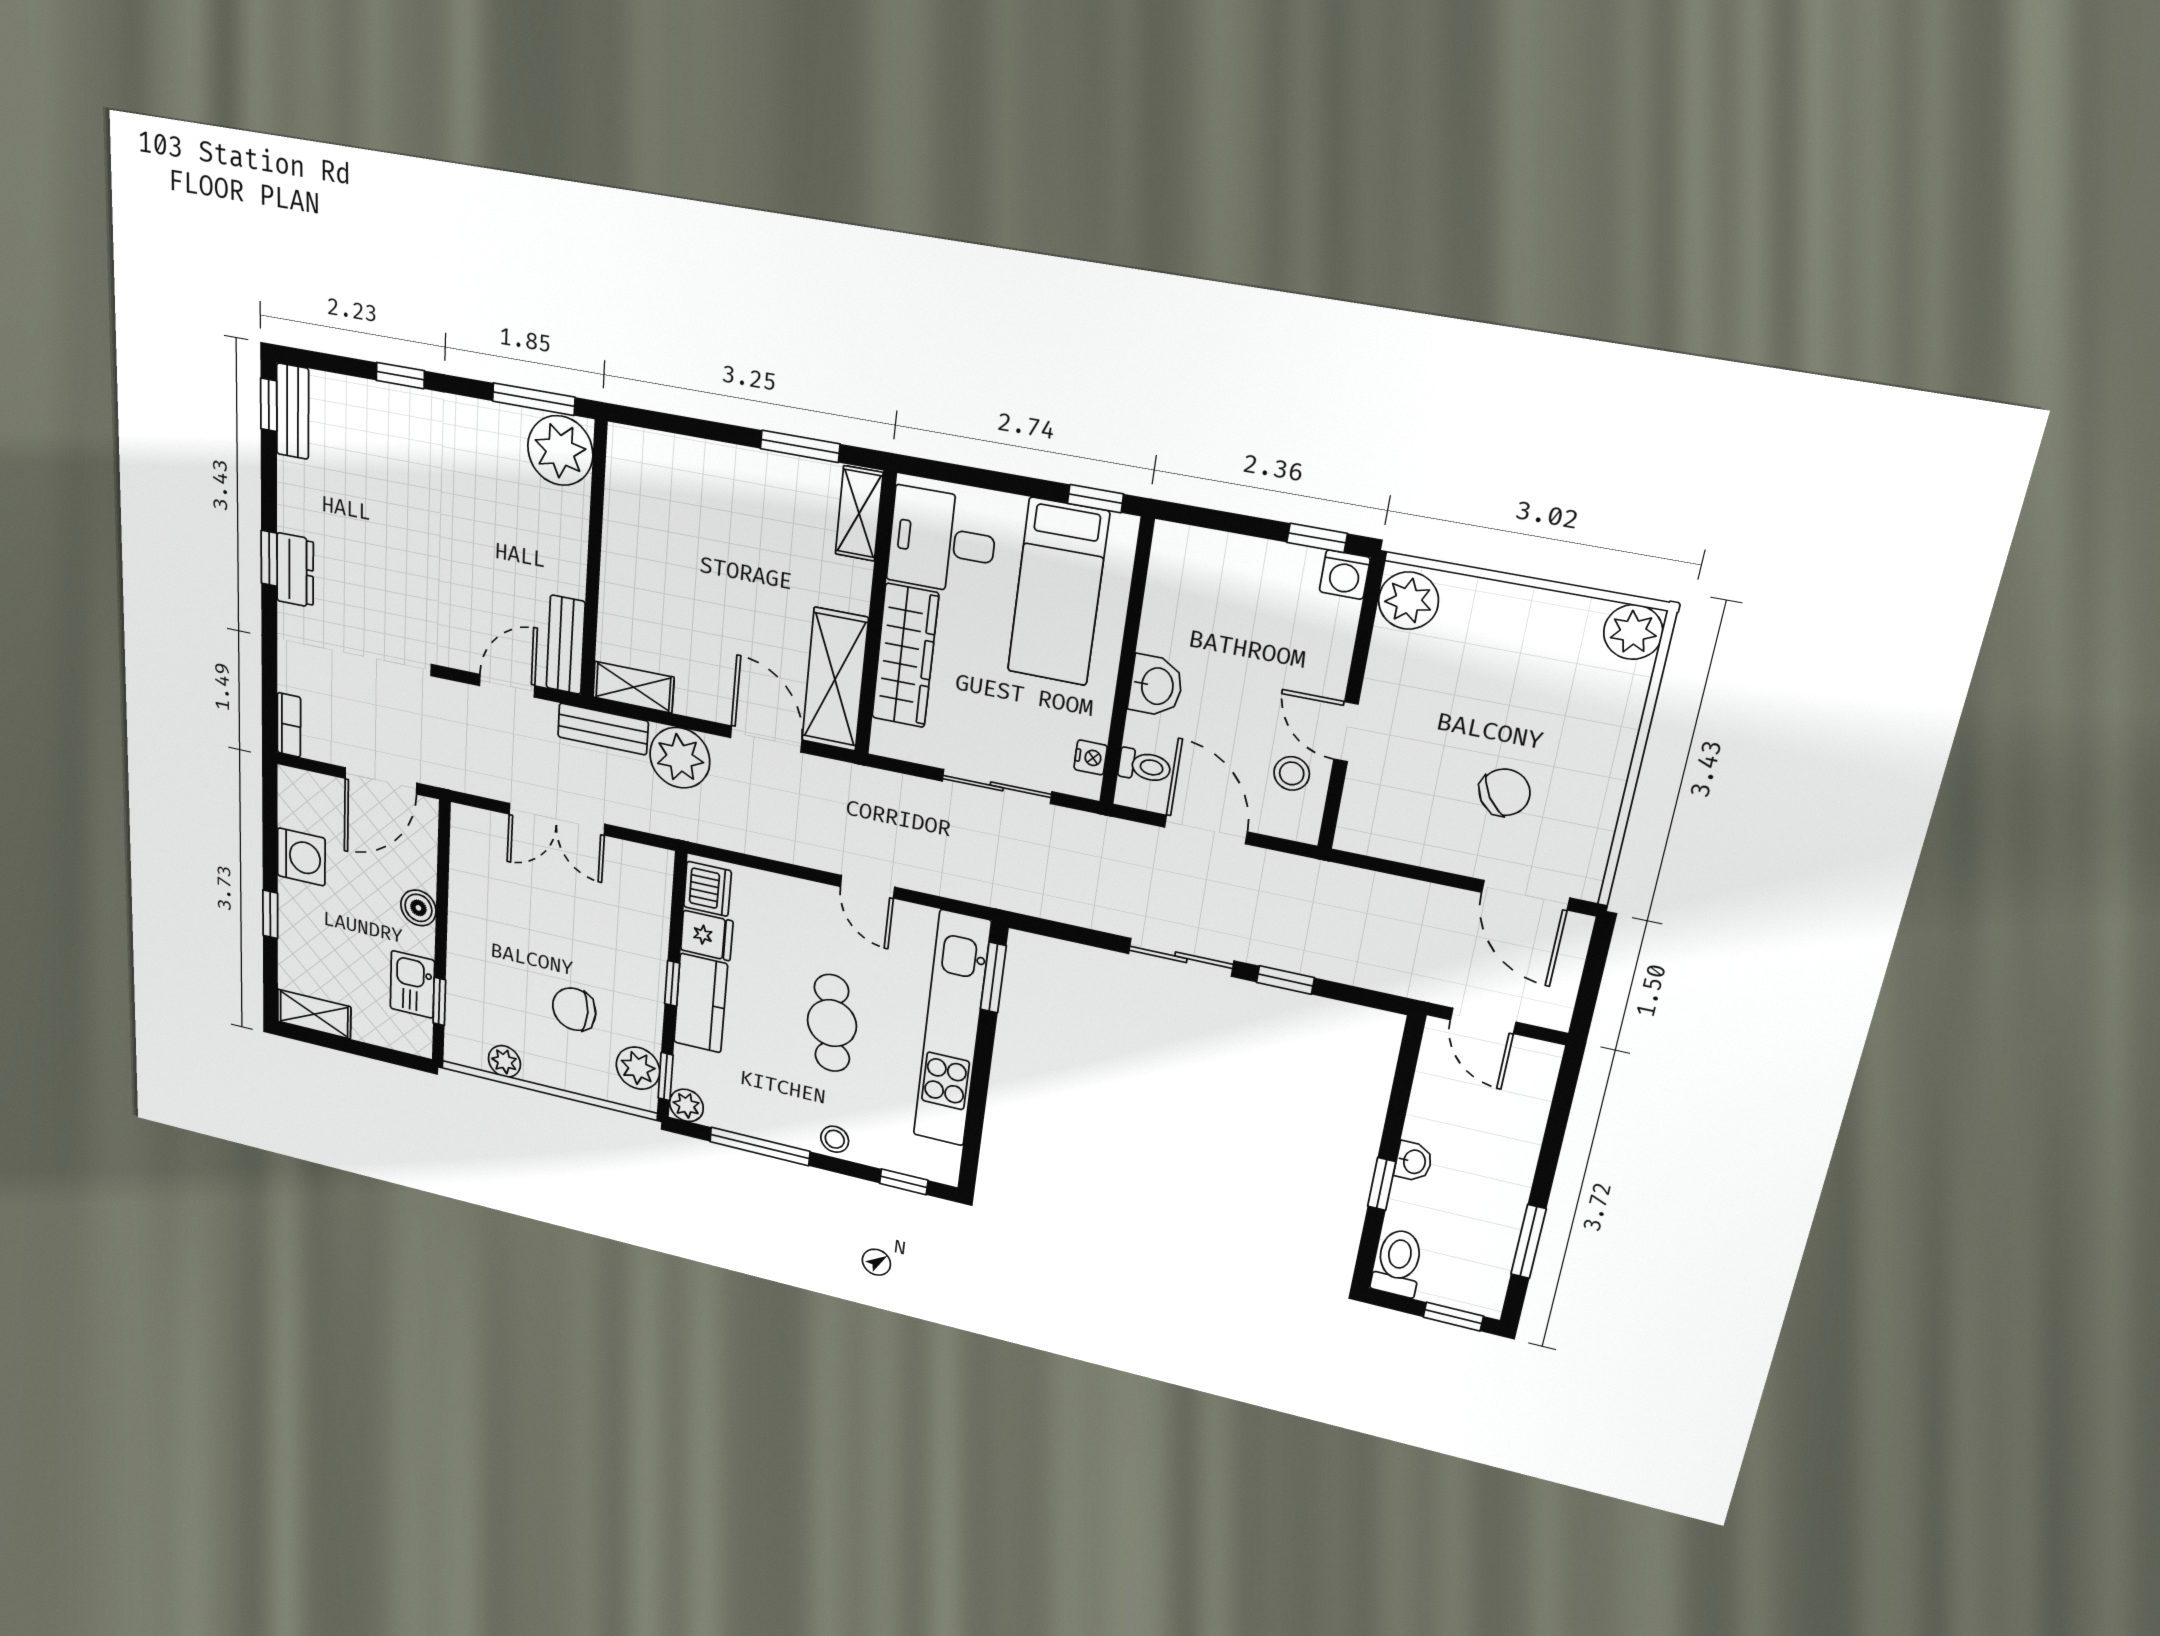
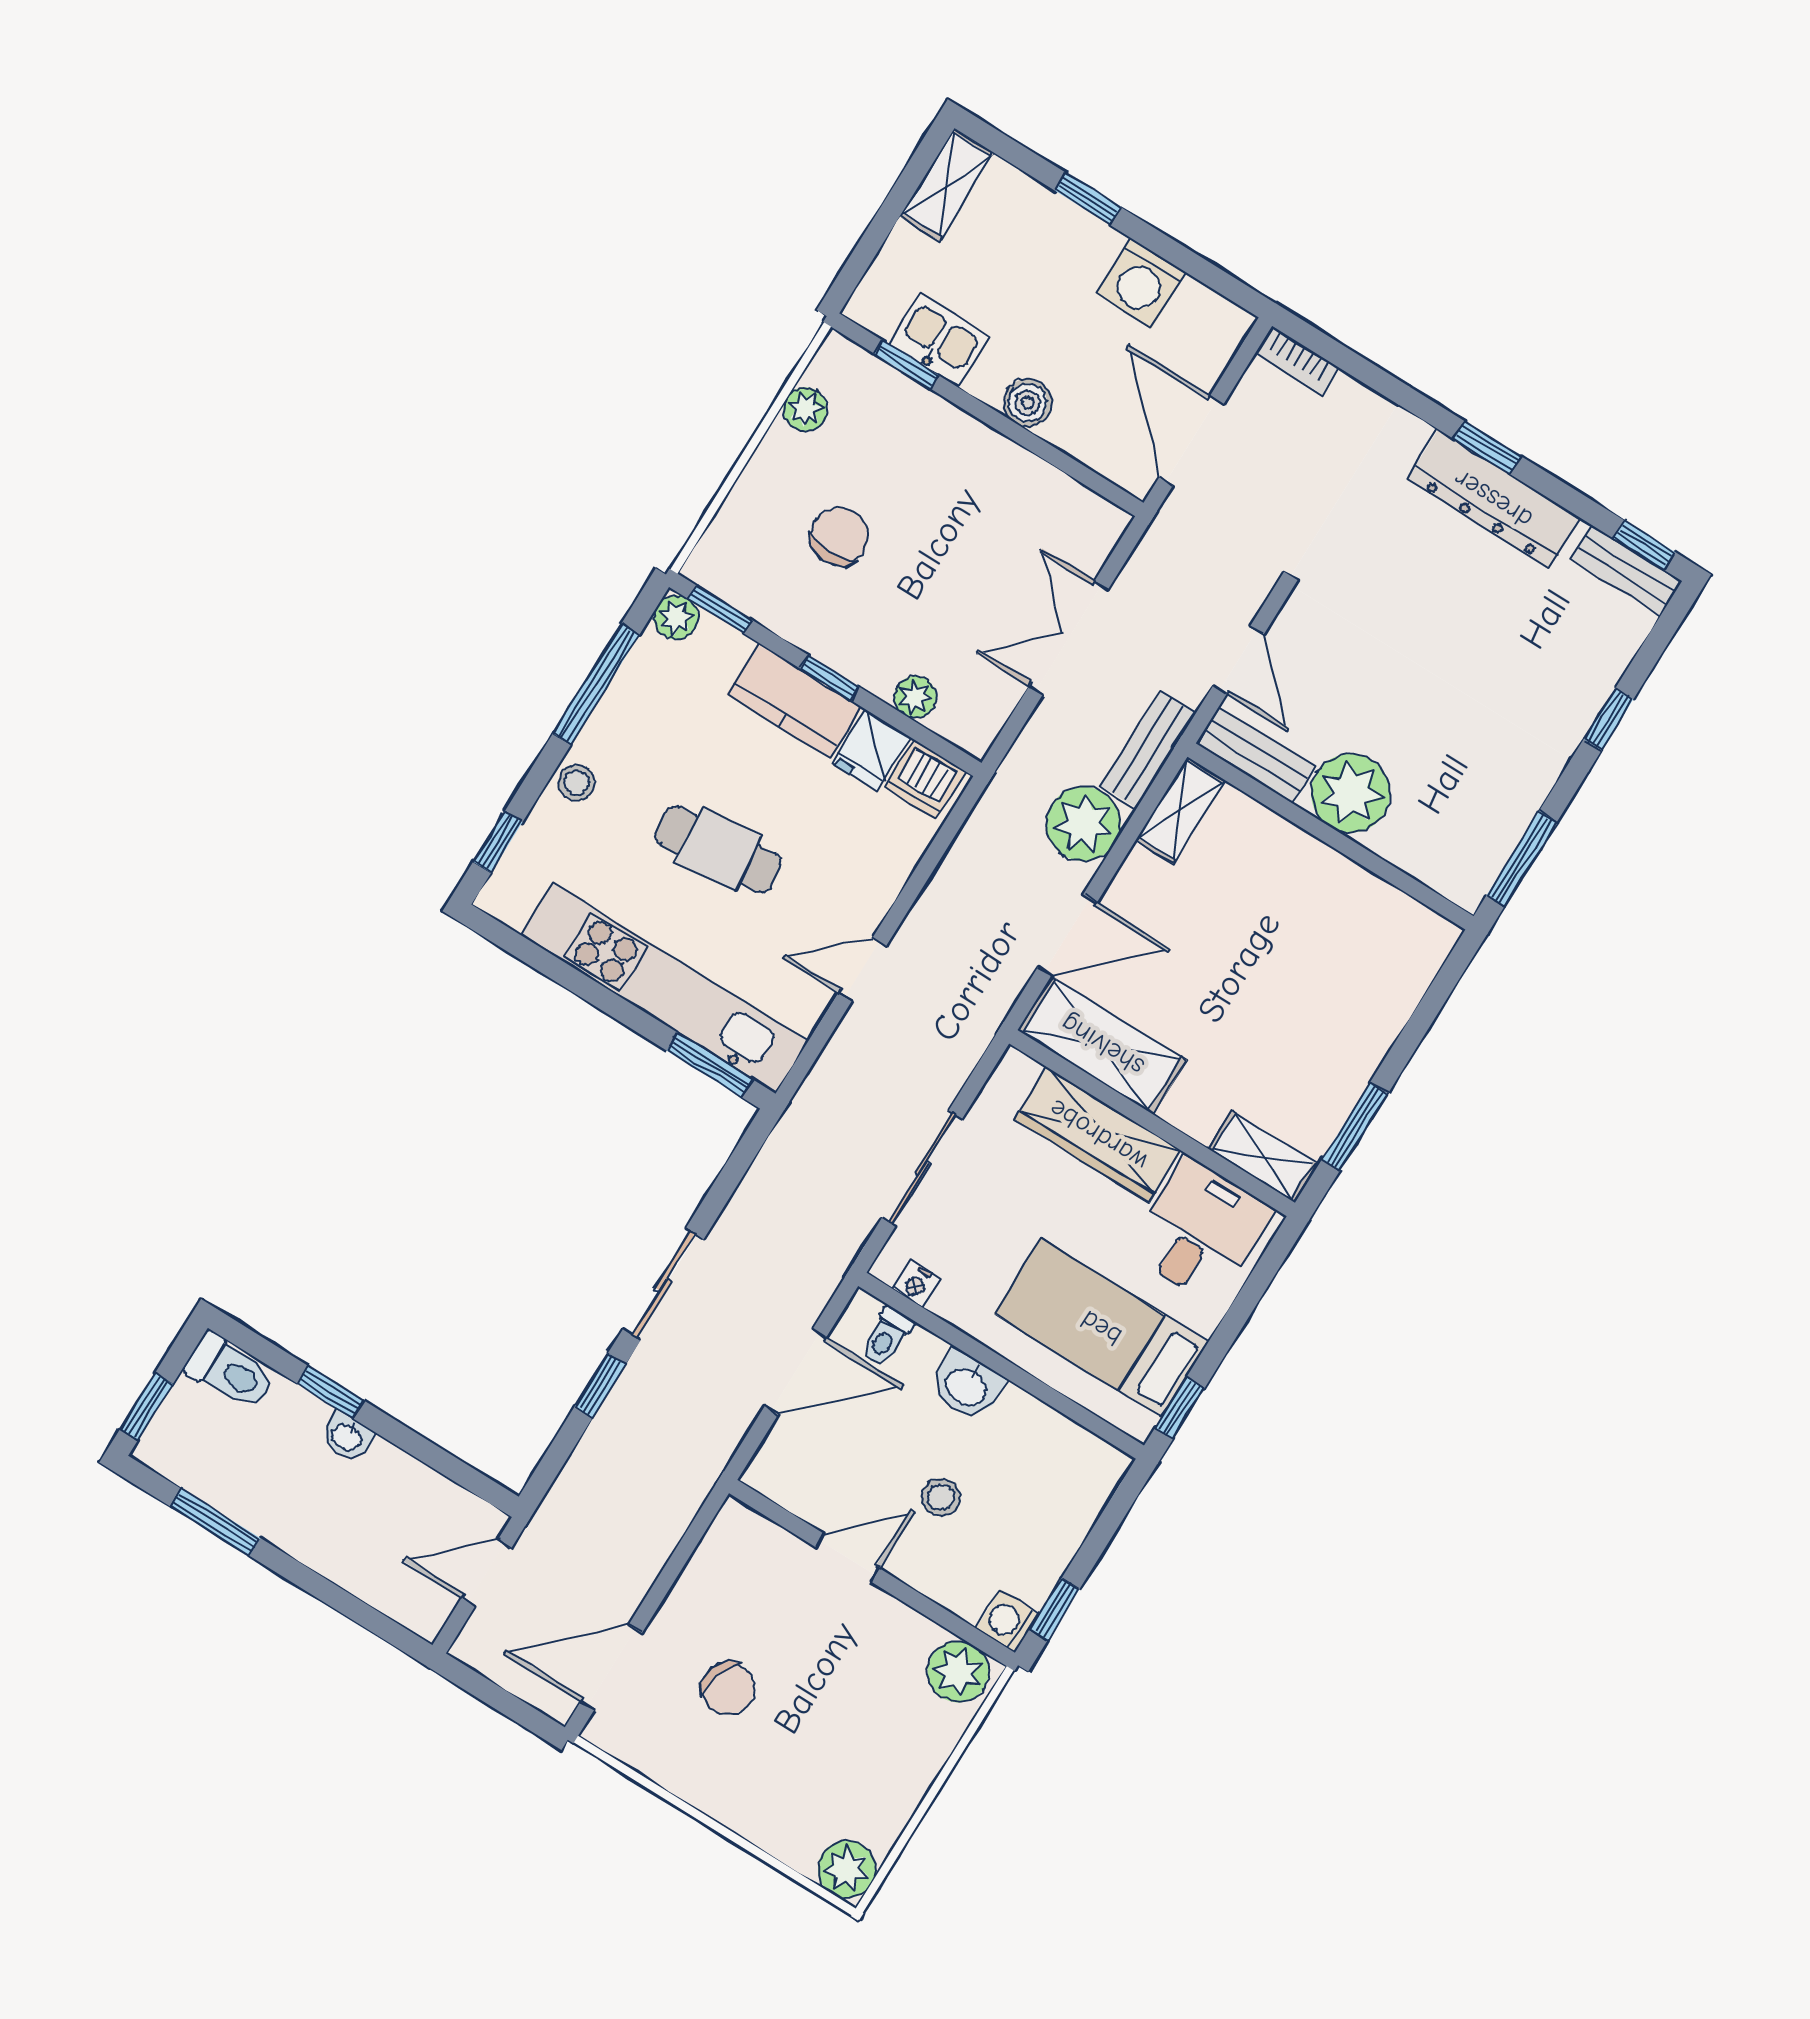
plant: (560, 451) -> (1351, 793), moved
dresser: (295, 570) -> (1493, 499), width x1.96, depth x1.24
stool: (1292, 773) -> (941, 1497), moved
chair: (1505, 792) -> (728, 1688), turned -38
plant: (638, 1068) -> (915, 697), moved, width x0.73, depth x0.73

